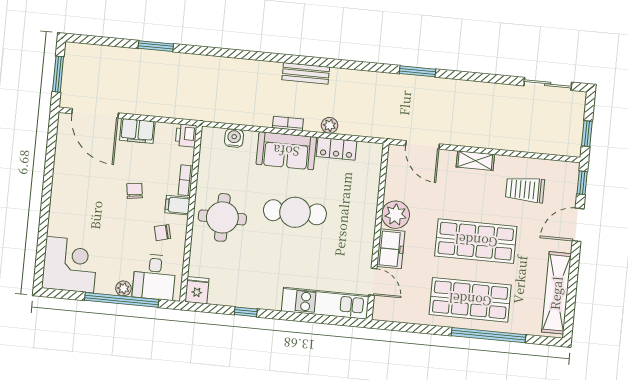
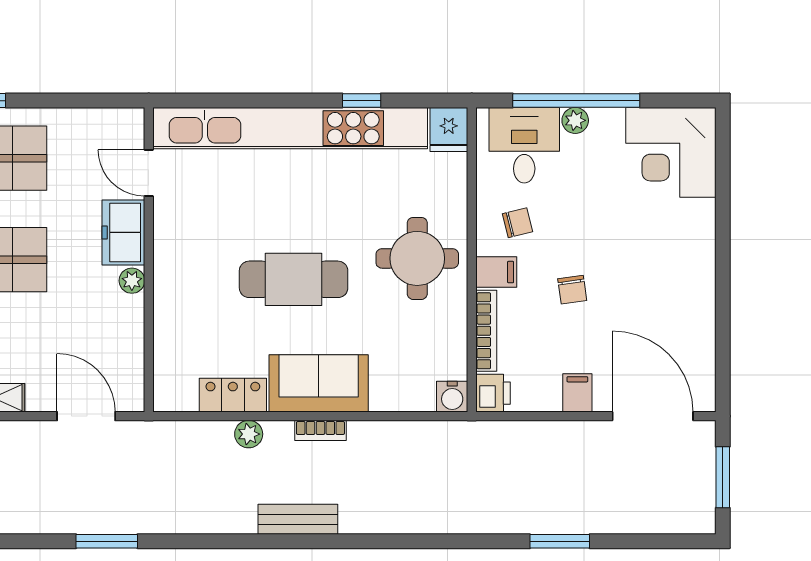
filing cabinet: (137, 131) -> (577, 393), width x0.50
water cooler: (234, 138) -> (452, 397), moved
bookcase: (186, 180) -> (486, 331), width x1.56
plant: (396, 215) -> (132, 281), width x0.53, depth x0.53
kitchen unit: (325, 303) -> (290, 128), width x1.86

